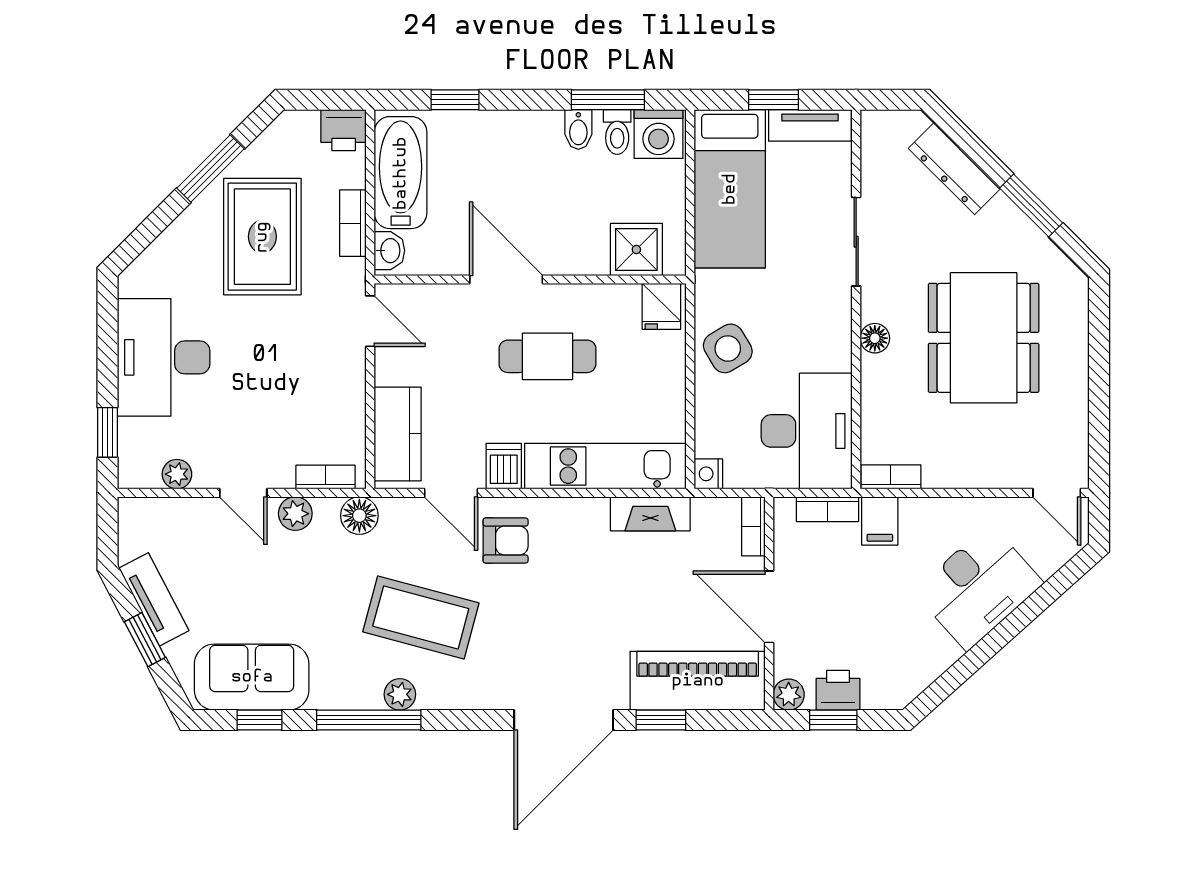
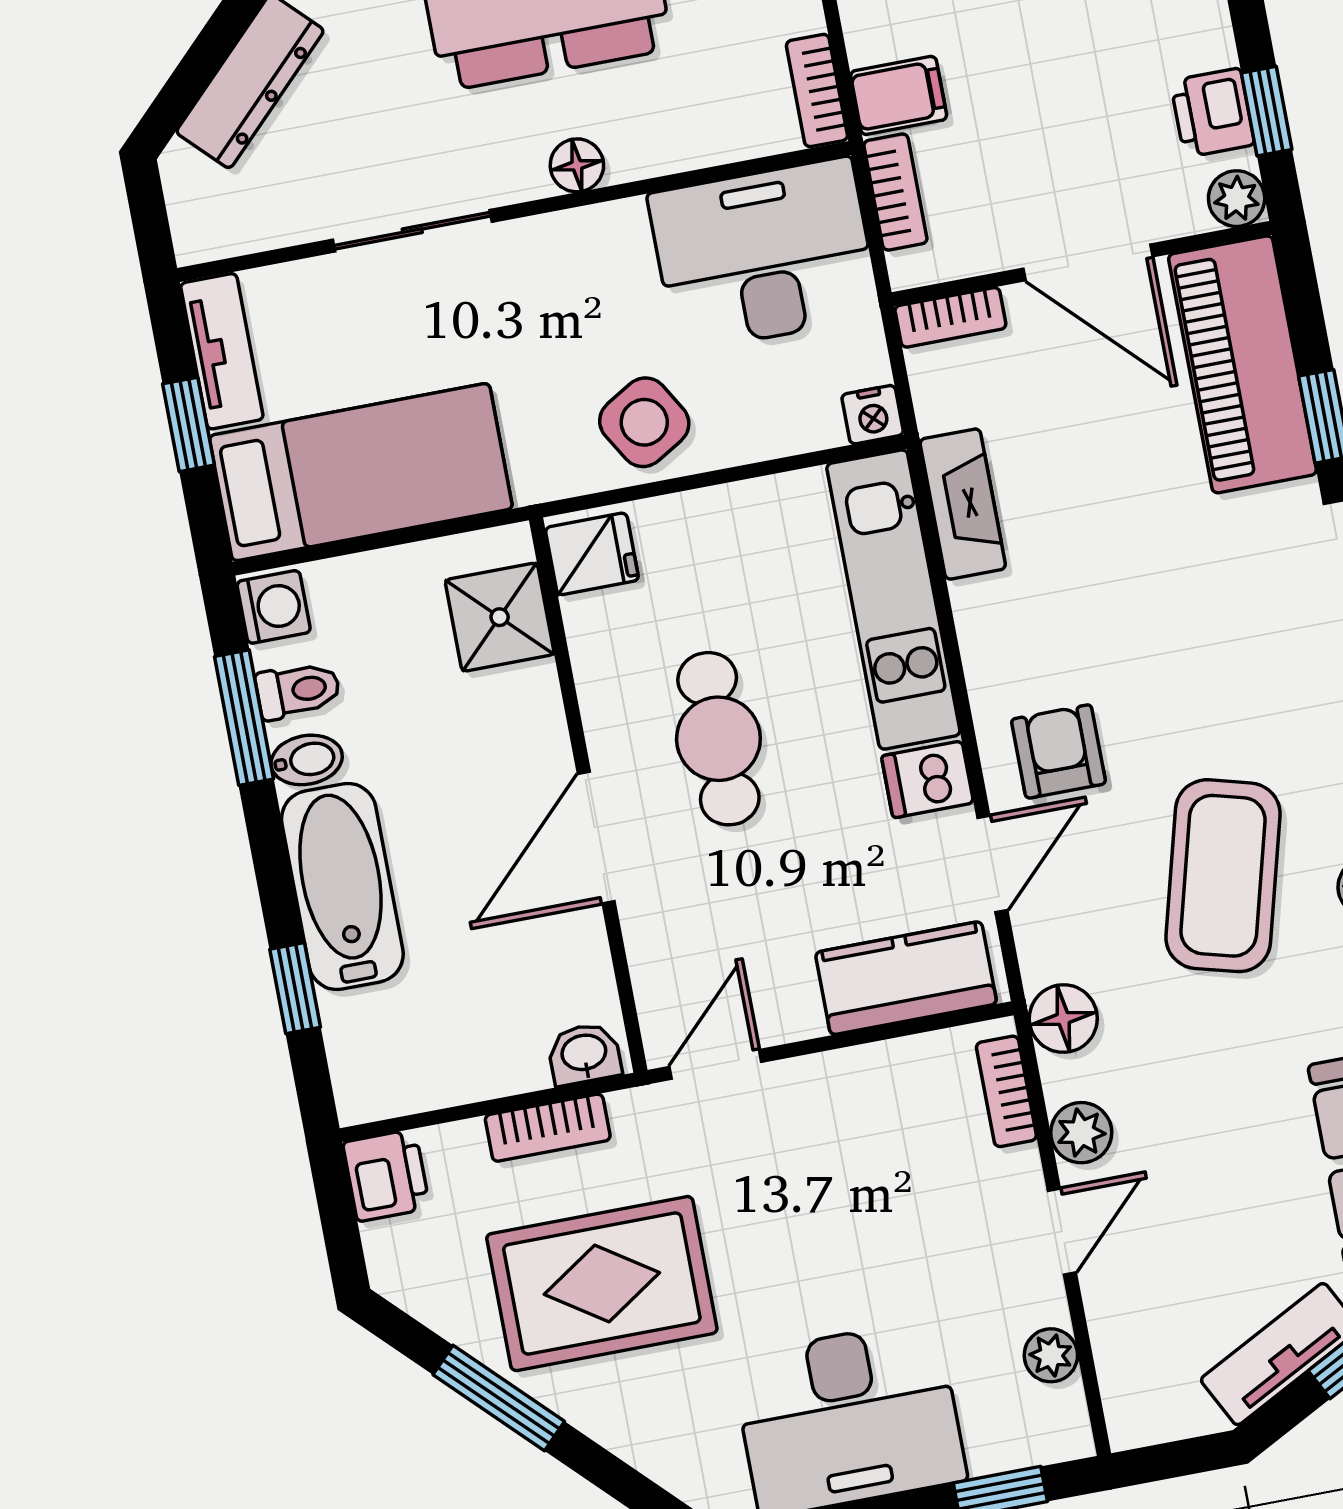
washing machine: (659, 134) -> (274, 607), width x0.73, depth x0.73
bathtub: (401, 173) -> (342, 887), moved, turned 90
door: (769, 607) -> (1088, 262), hinge flipped

